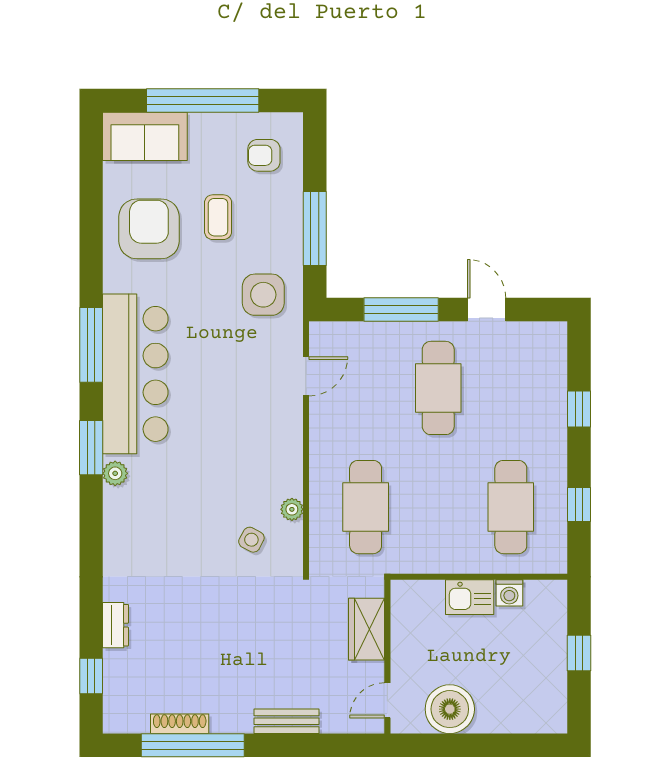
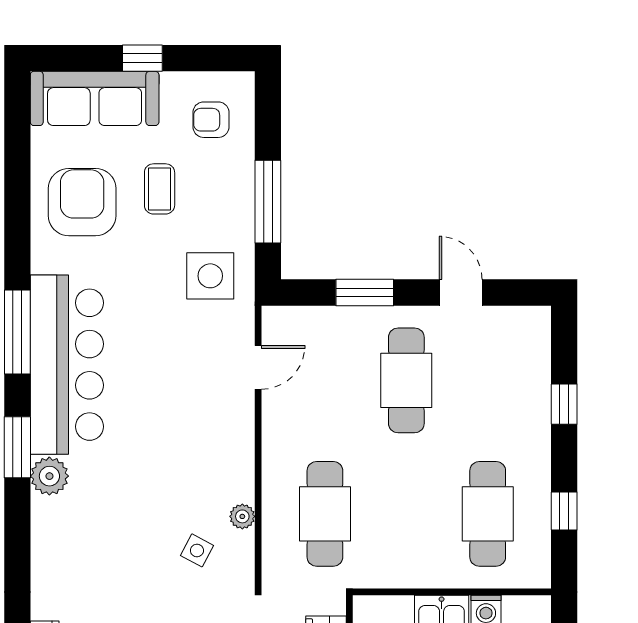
window: (203, 100) -> (142, 58), width x0.32
sofa: (145, 136) -> (95, 98), width x1.36
window: (401, 310) -> (365, 292), width x0.69
plant: (115, 473) -> (49, 476), width x1.38, depth x1.38

